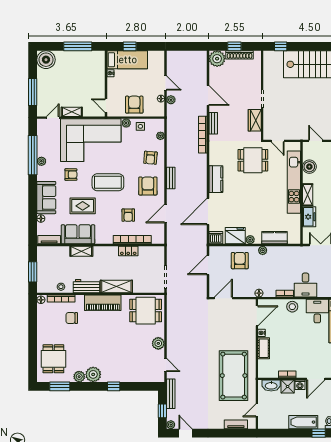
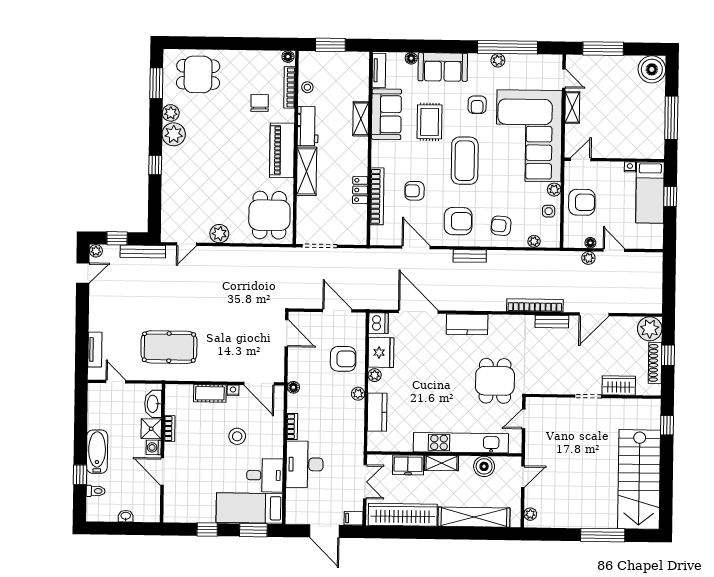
door: (166, 83) -> (614, 250), swing flipped
wardrobe: (255, 120) -> (619, 386), moved
desk: (305, 285) -> (305, 464), width x1.37
stool: (292, 307) -> (237, 436), moved
pool table: (234, 376) -> (169, 347), width x0.73, depth x0.76

